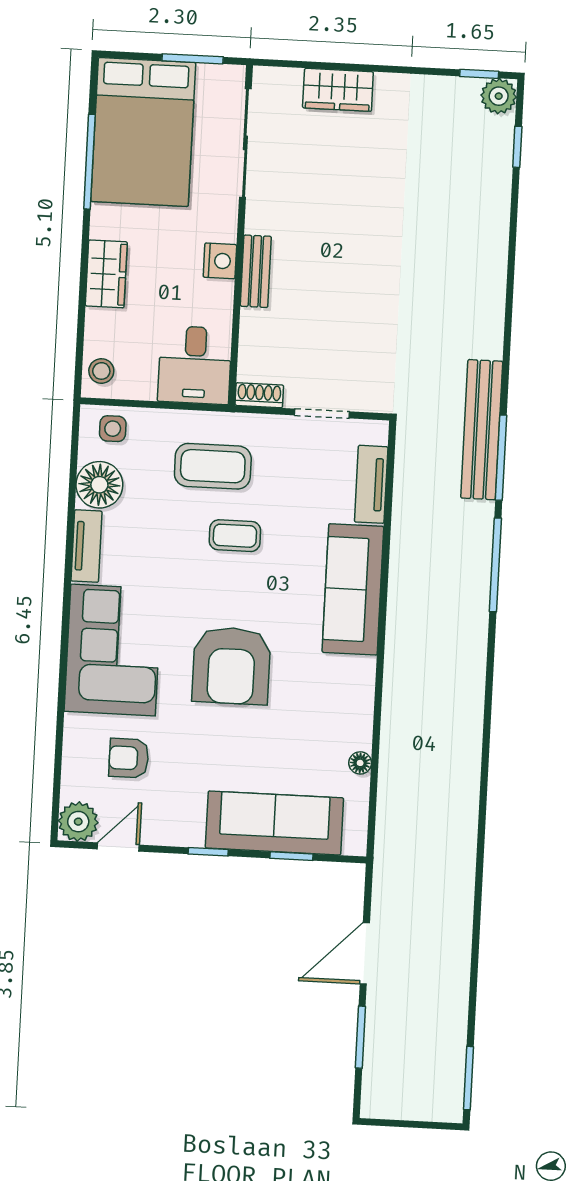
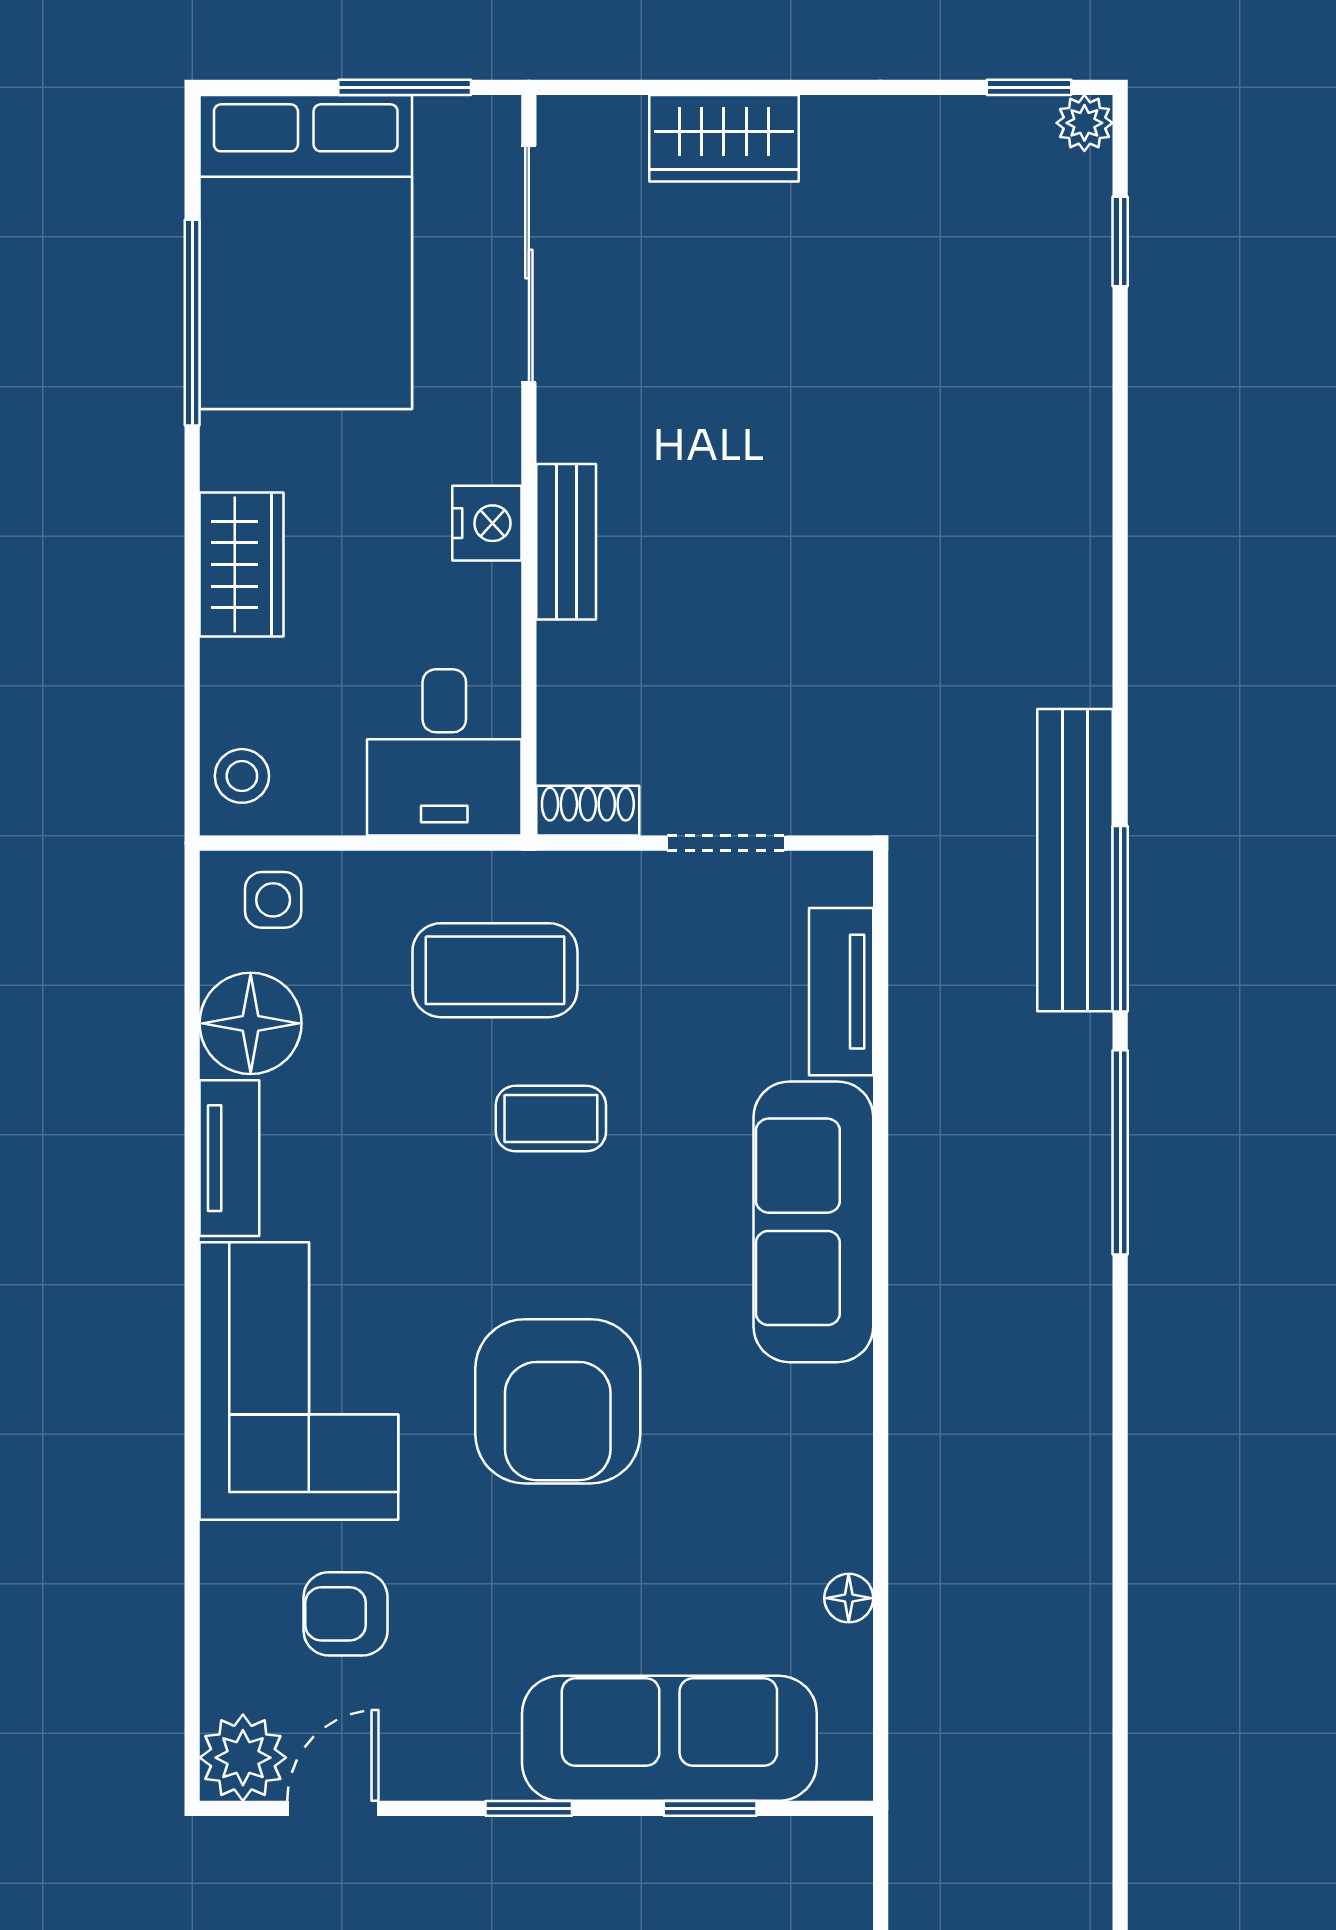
plant: (499, 96) -> (1084, 123), width x0.73, depth x0.73

